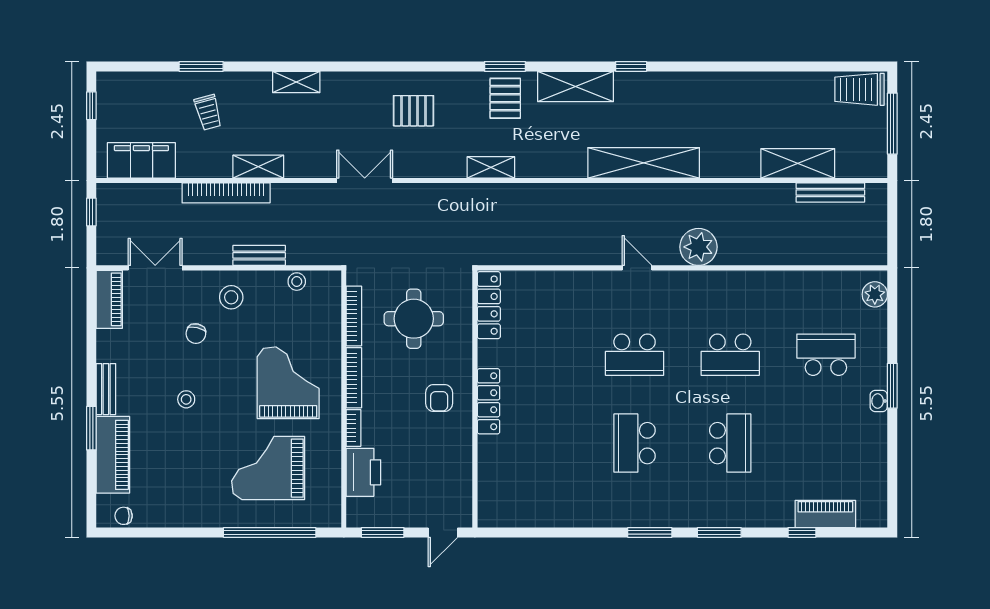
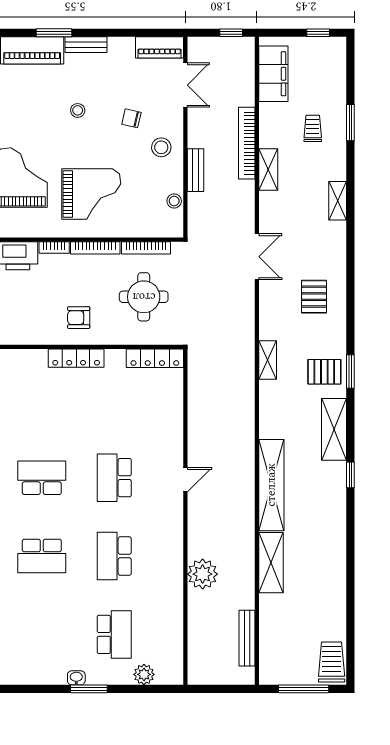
trolley: (208, 112) -> (313, 128), turned 105
shelving: (798, 163) -> (271, 563), moved
plant: (698, 247) -> (203, 574), moved
plant: (875, 294) -> (144, 674), moved

